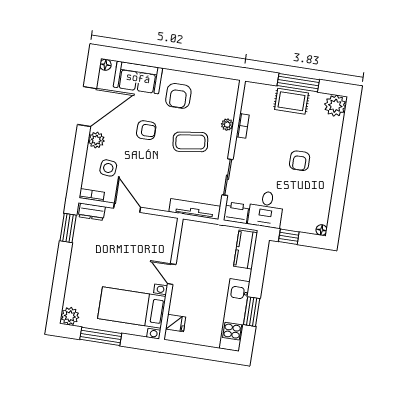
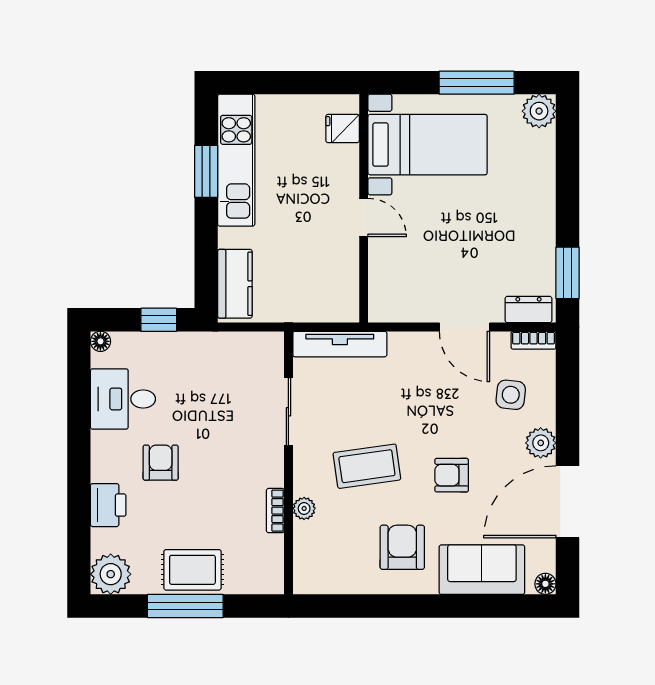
desk: (266, 209) -> (123, 399), moved, turned -90
printer: (236, 213) -> (108, 505), moved, turned -90

